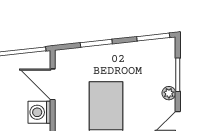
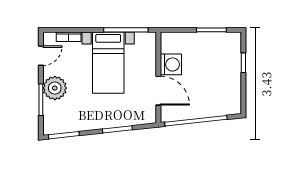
plant: (169, 93) -> (55, 88), width x1.87, depth x1.87

